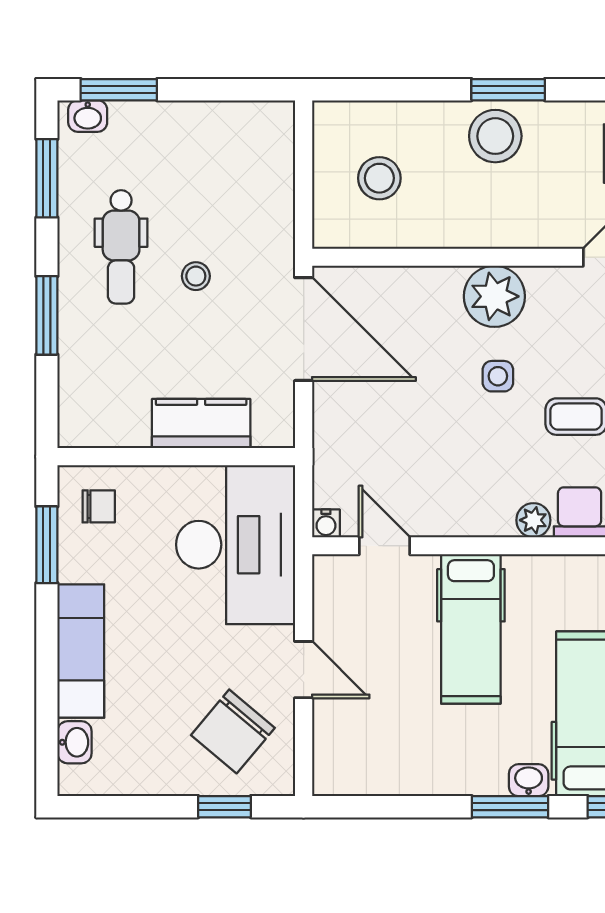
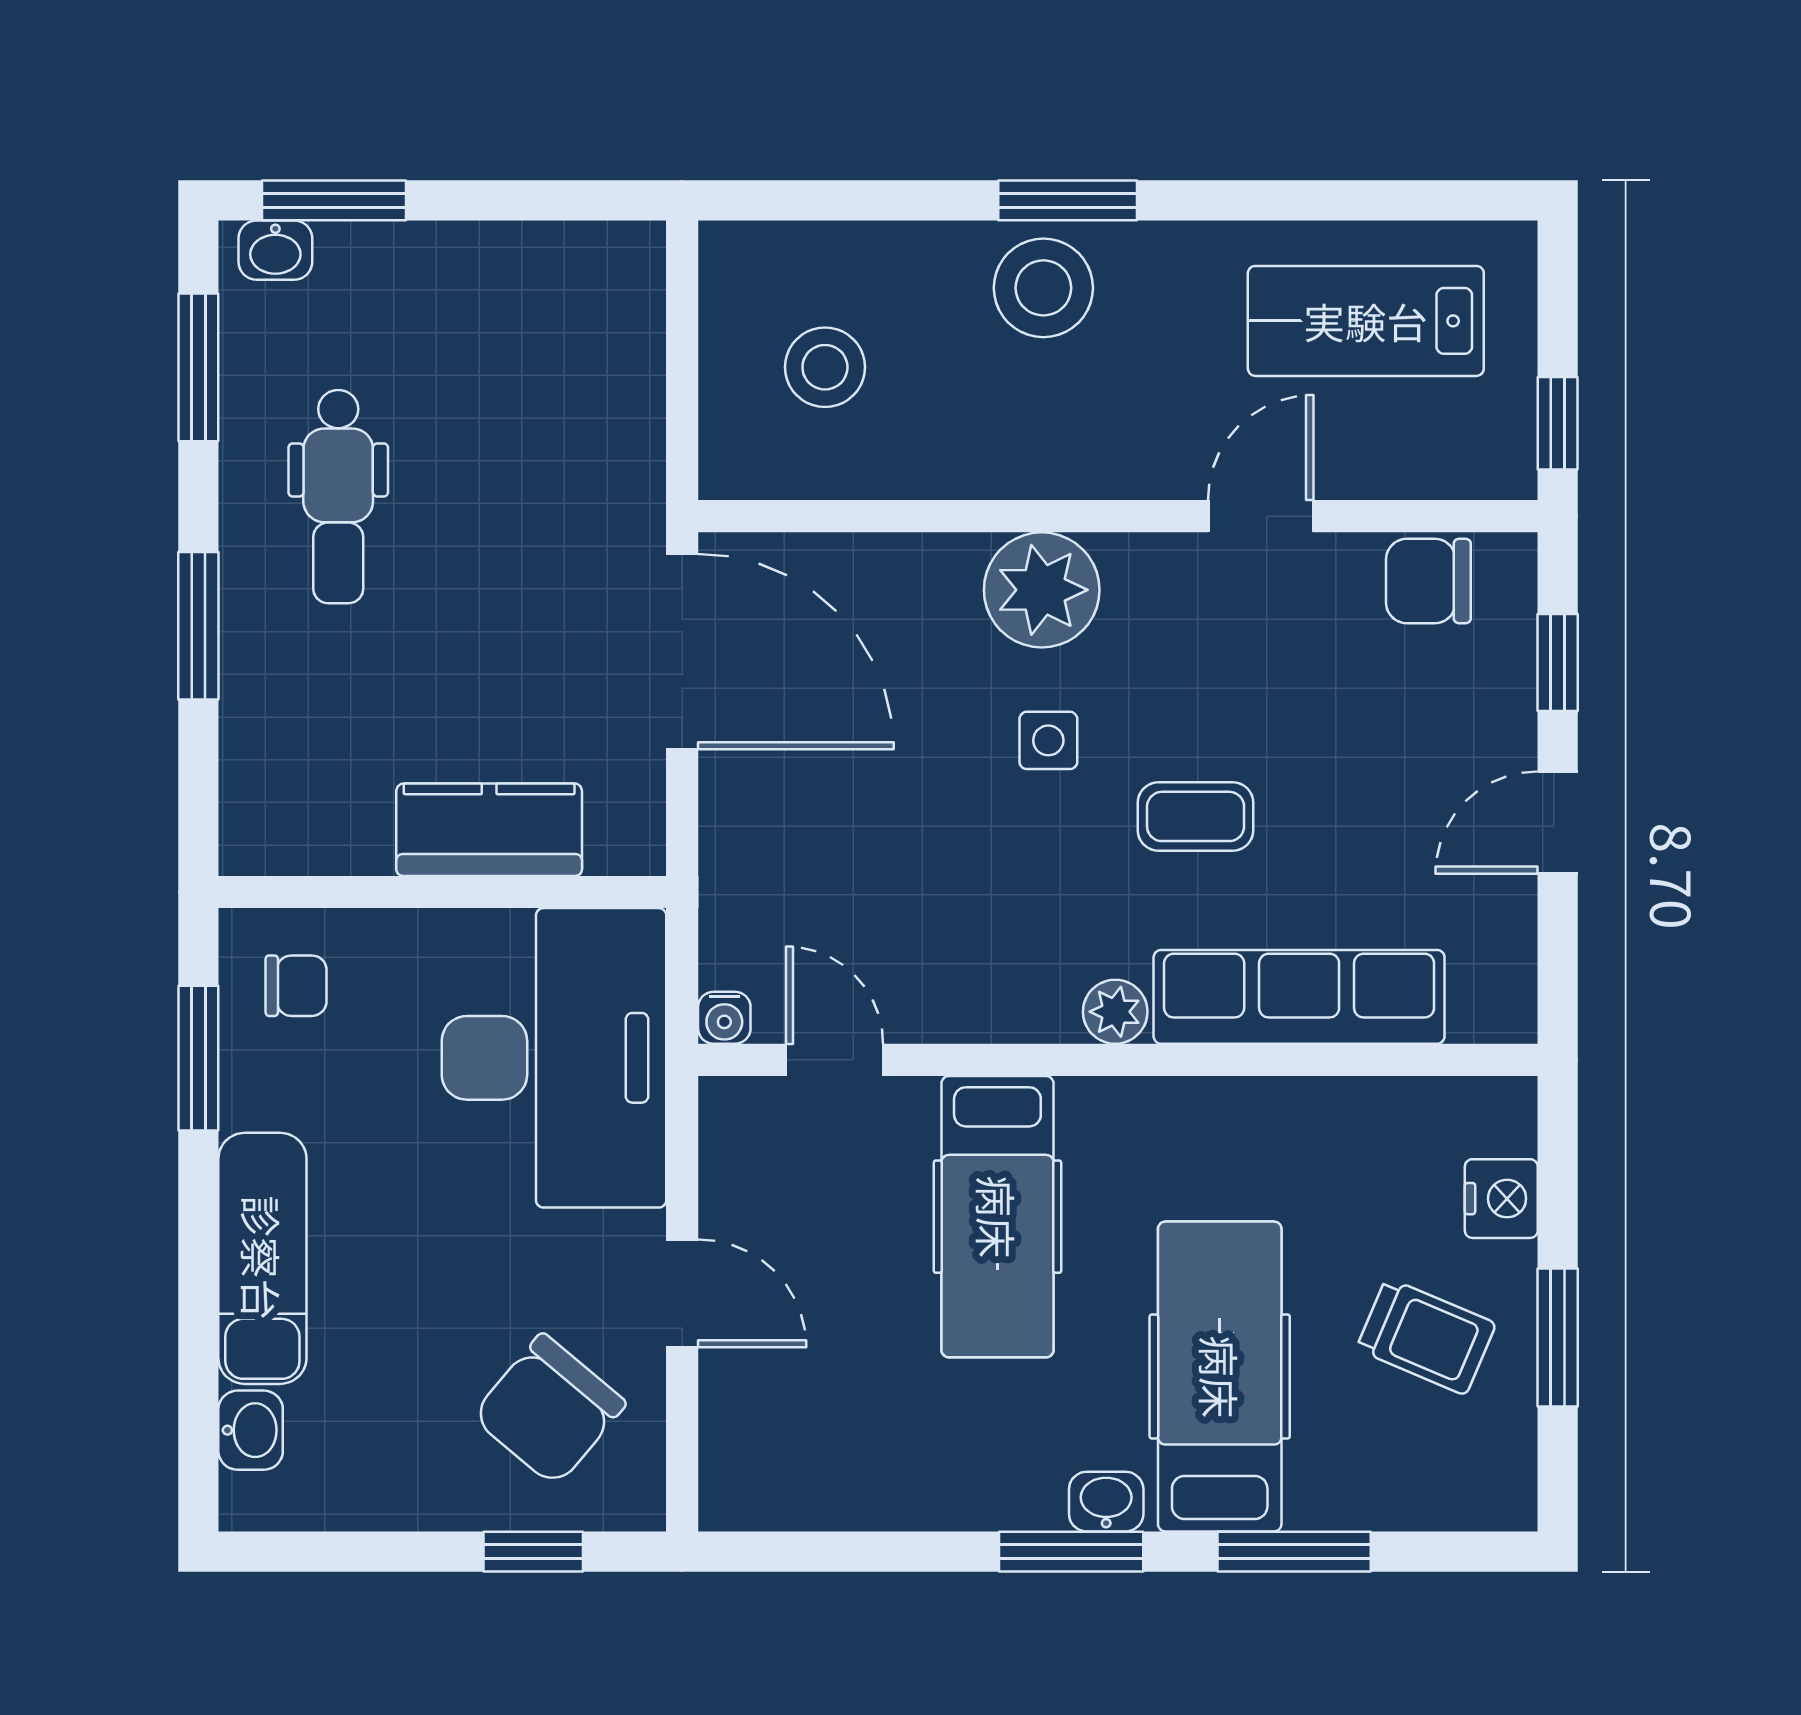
stool: (196, 276) -> (479, 552), removed

